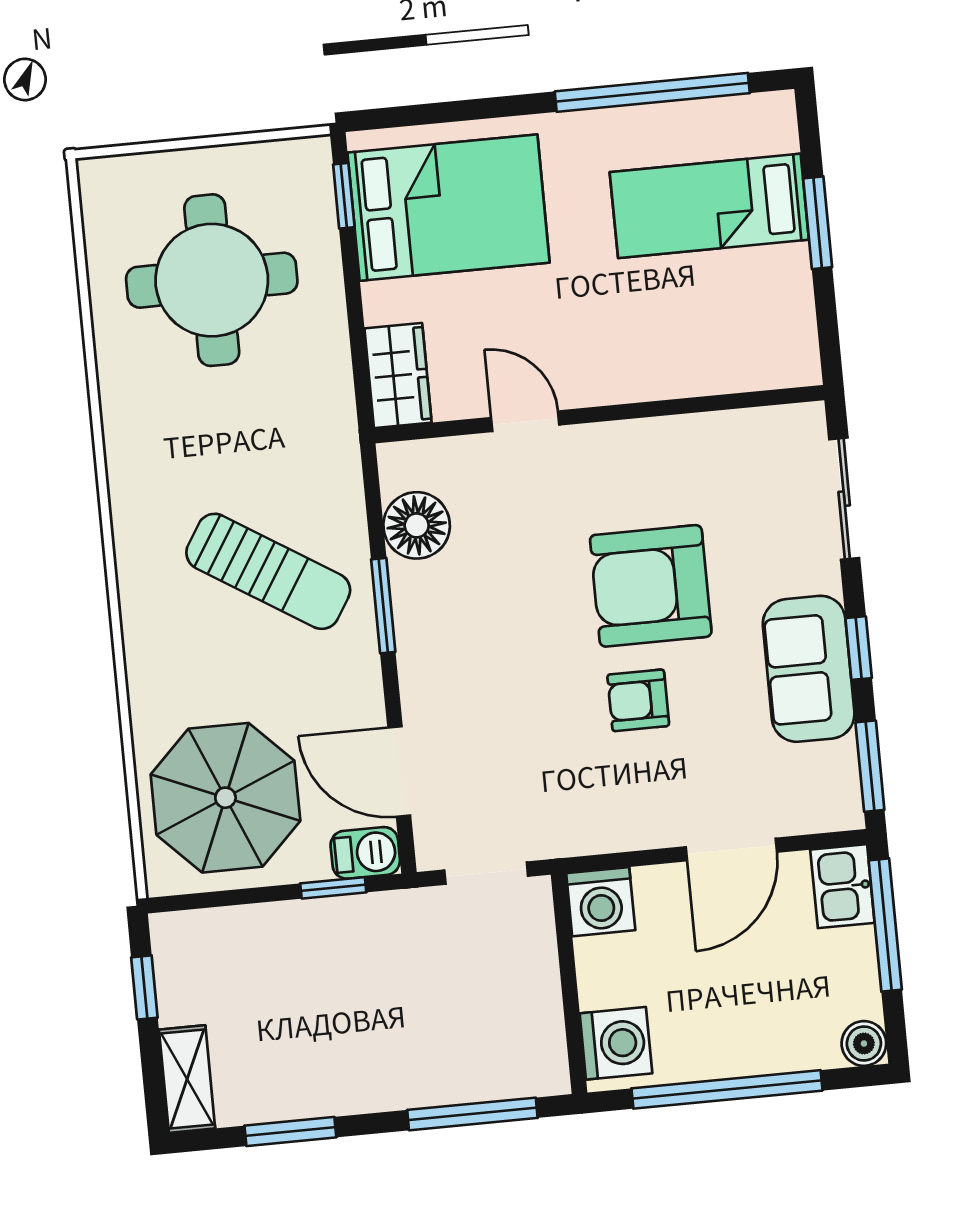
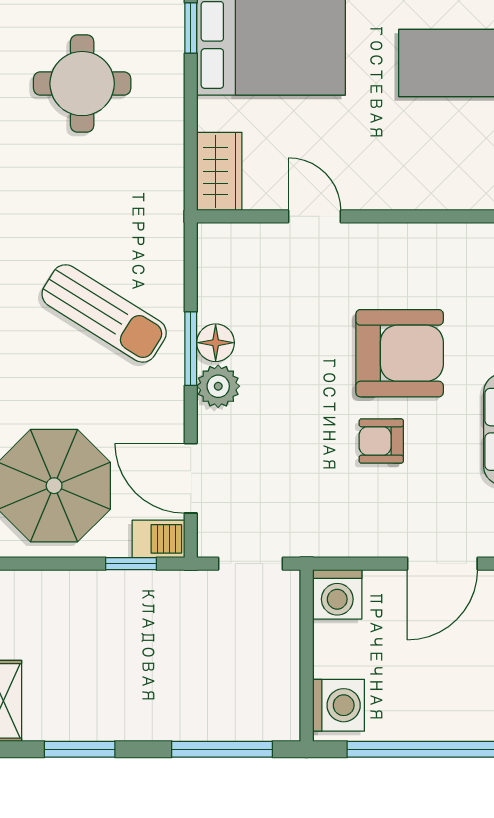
round table: (212, 280) -> (82, 84), width x0.73, depth x0.73
floor lamp: (417, 525) -> (216, 343), moved, width x0.73, depth x0.73
armchair: (651, 586) -> (400, 353), turned 180
plant: (423, 650) -> (218, 386), added

